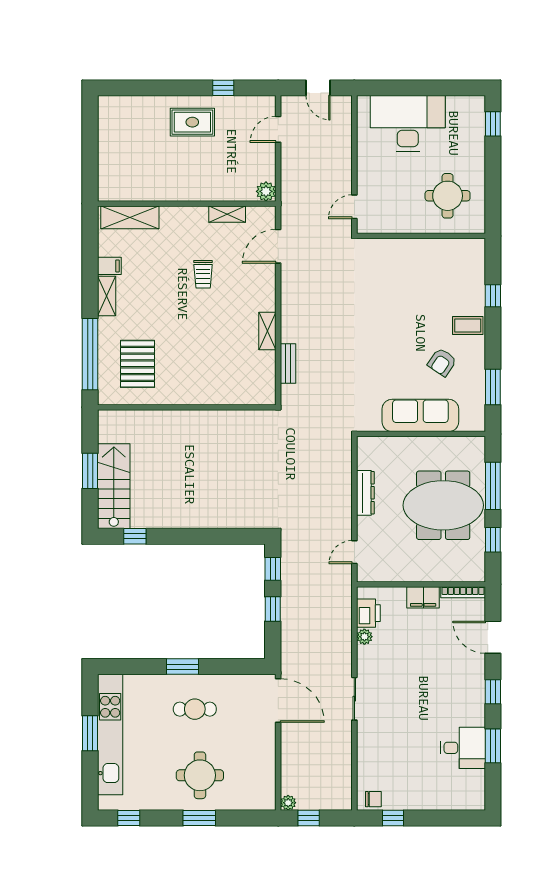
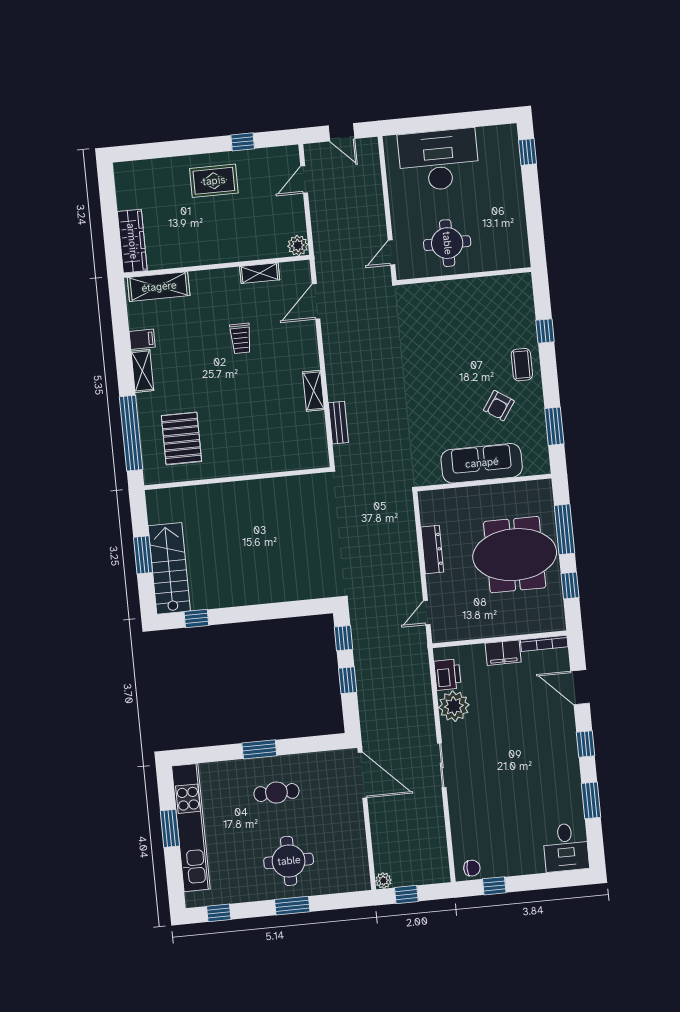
wardrobe: (109, 172) -> (132, 241), added
round table: (448, 196) -> (447, 243), moved
coffee table: (468, 325) -> (522, 365), turned 90
plant: (364, 637) -> (454, 706), width x1.88, depth x1.88
desk: (463, 748) -> (566, 847), moved, turned 90

